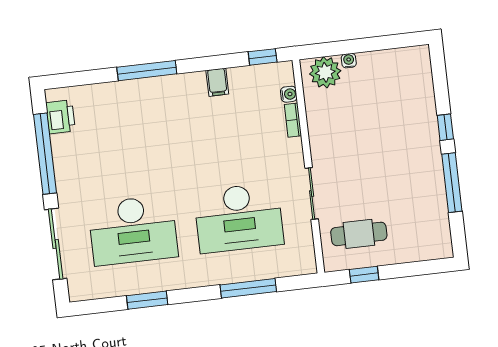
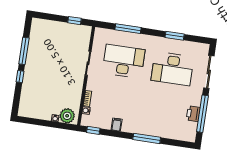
printer: (61, 117) -> (193, 114), moved
desk: (133, 230) -> (172, 69), turned 180
cafe table: (359, 234) -> (72, 39), removed

